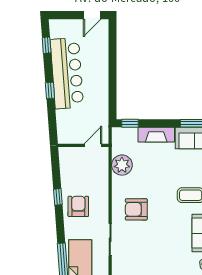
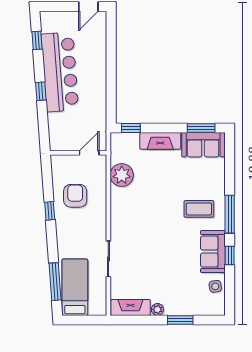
armchair: (78, 206) -> (75, 196), moved
armchair: (136, 209) -> (138, 225), removed

